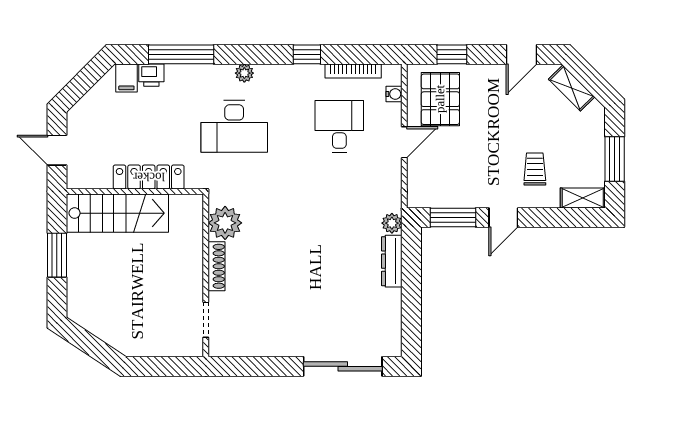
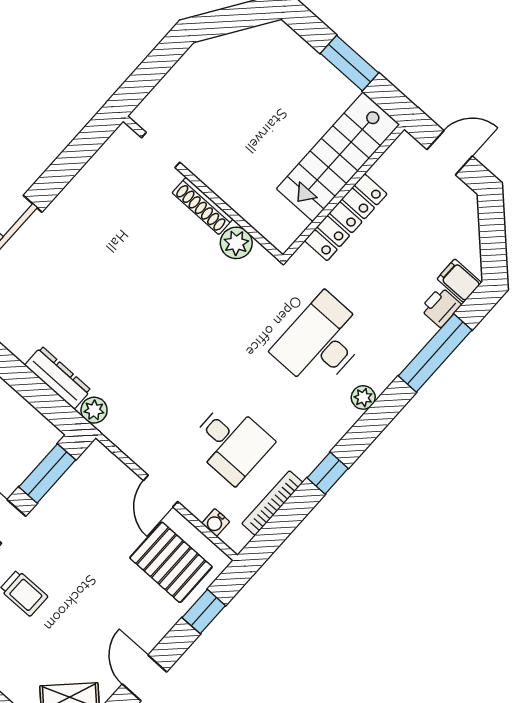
plant: (225, 223) -> (236, 243), width x0.73, depth x0.73

